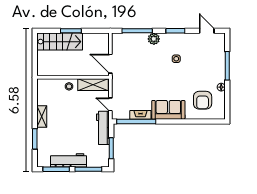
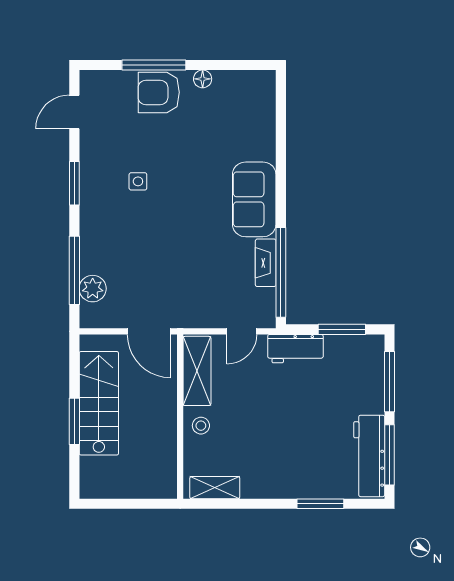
plant: (154, 39) -> (93, 289), moved
stairs: (60, 42) -> (99, 403), moved
door: (110, 64) -> (149, 331), hinge flipped
armchair: (203, 100) -> (159, 92), moved, turned 180
shelving: (42, 116) -> (215, 488), moved
workbench: (103, 128) -> (295, 349), width x0.73
workbench: (69, 160) -> (369, 456), moved

